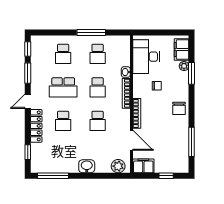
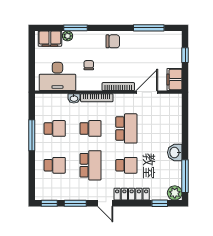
school desk: (98, 121) -> (126, 128), width x1.85
washbasin: (87, 166) -> (175, 152), moved
plant: (118, 166) -> (175, 193), moved

